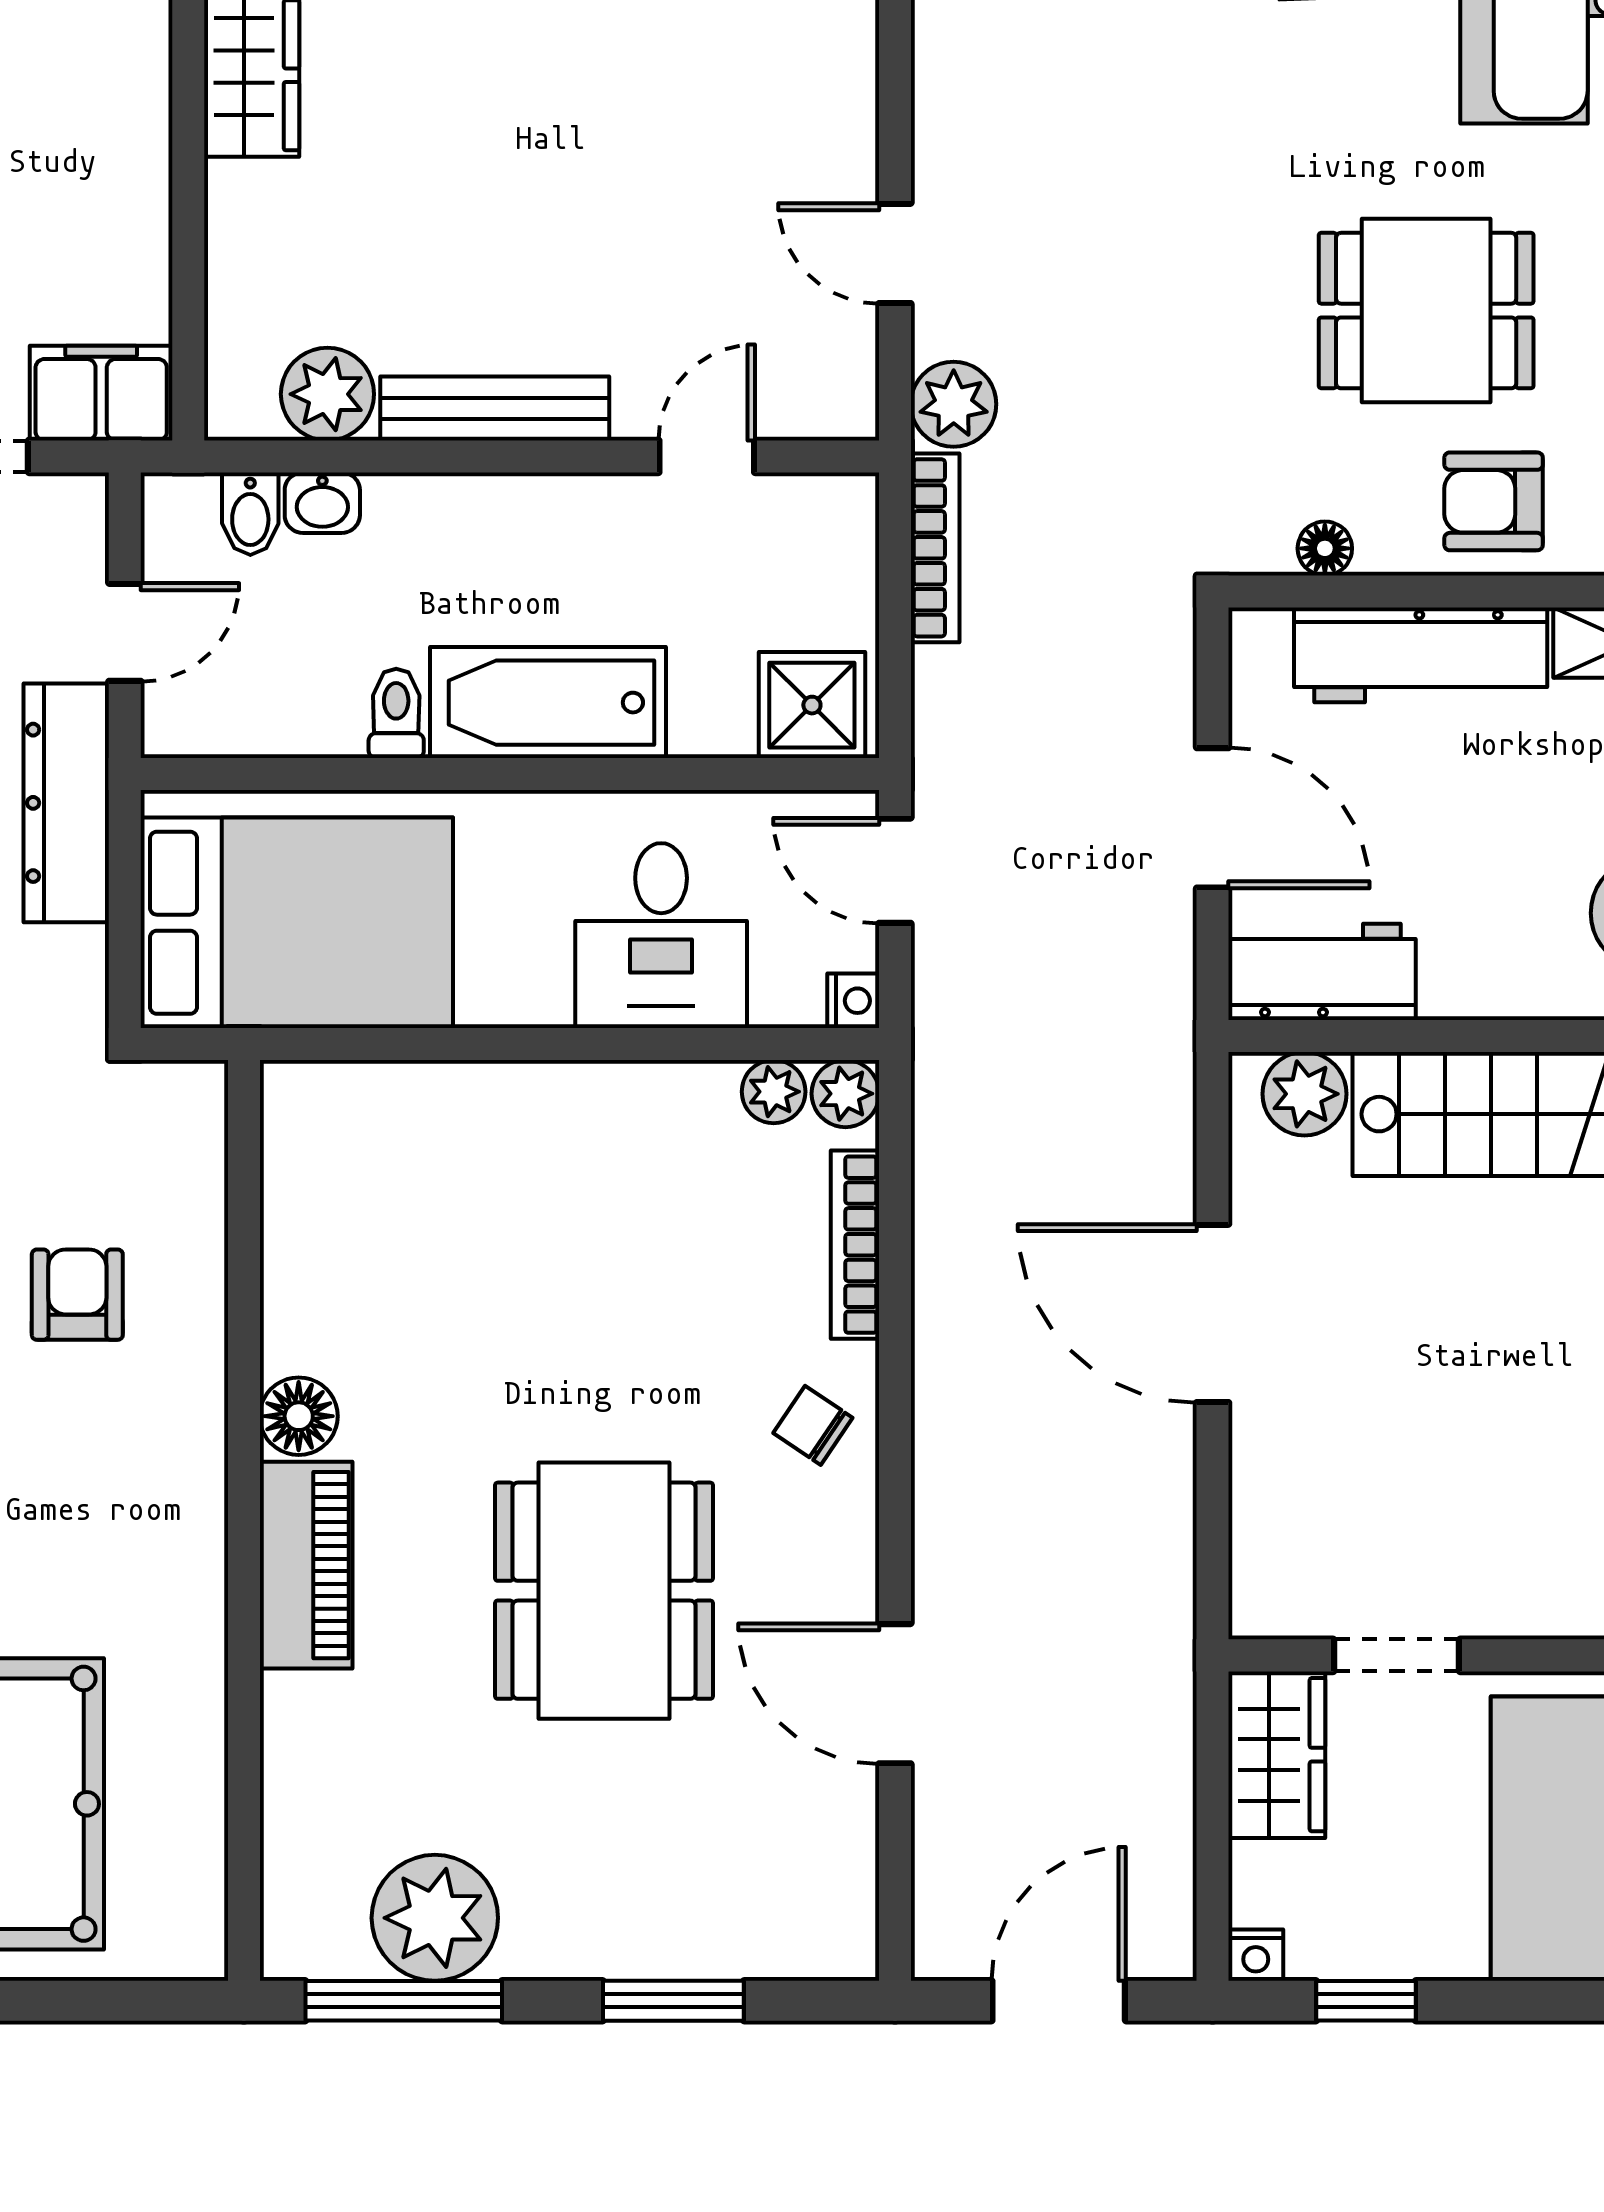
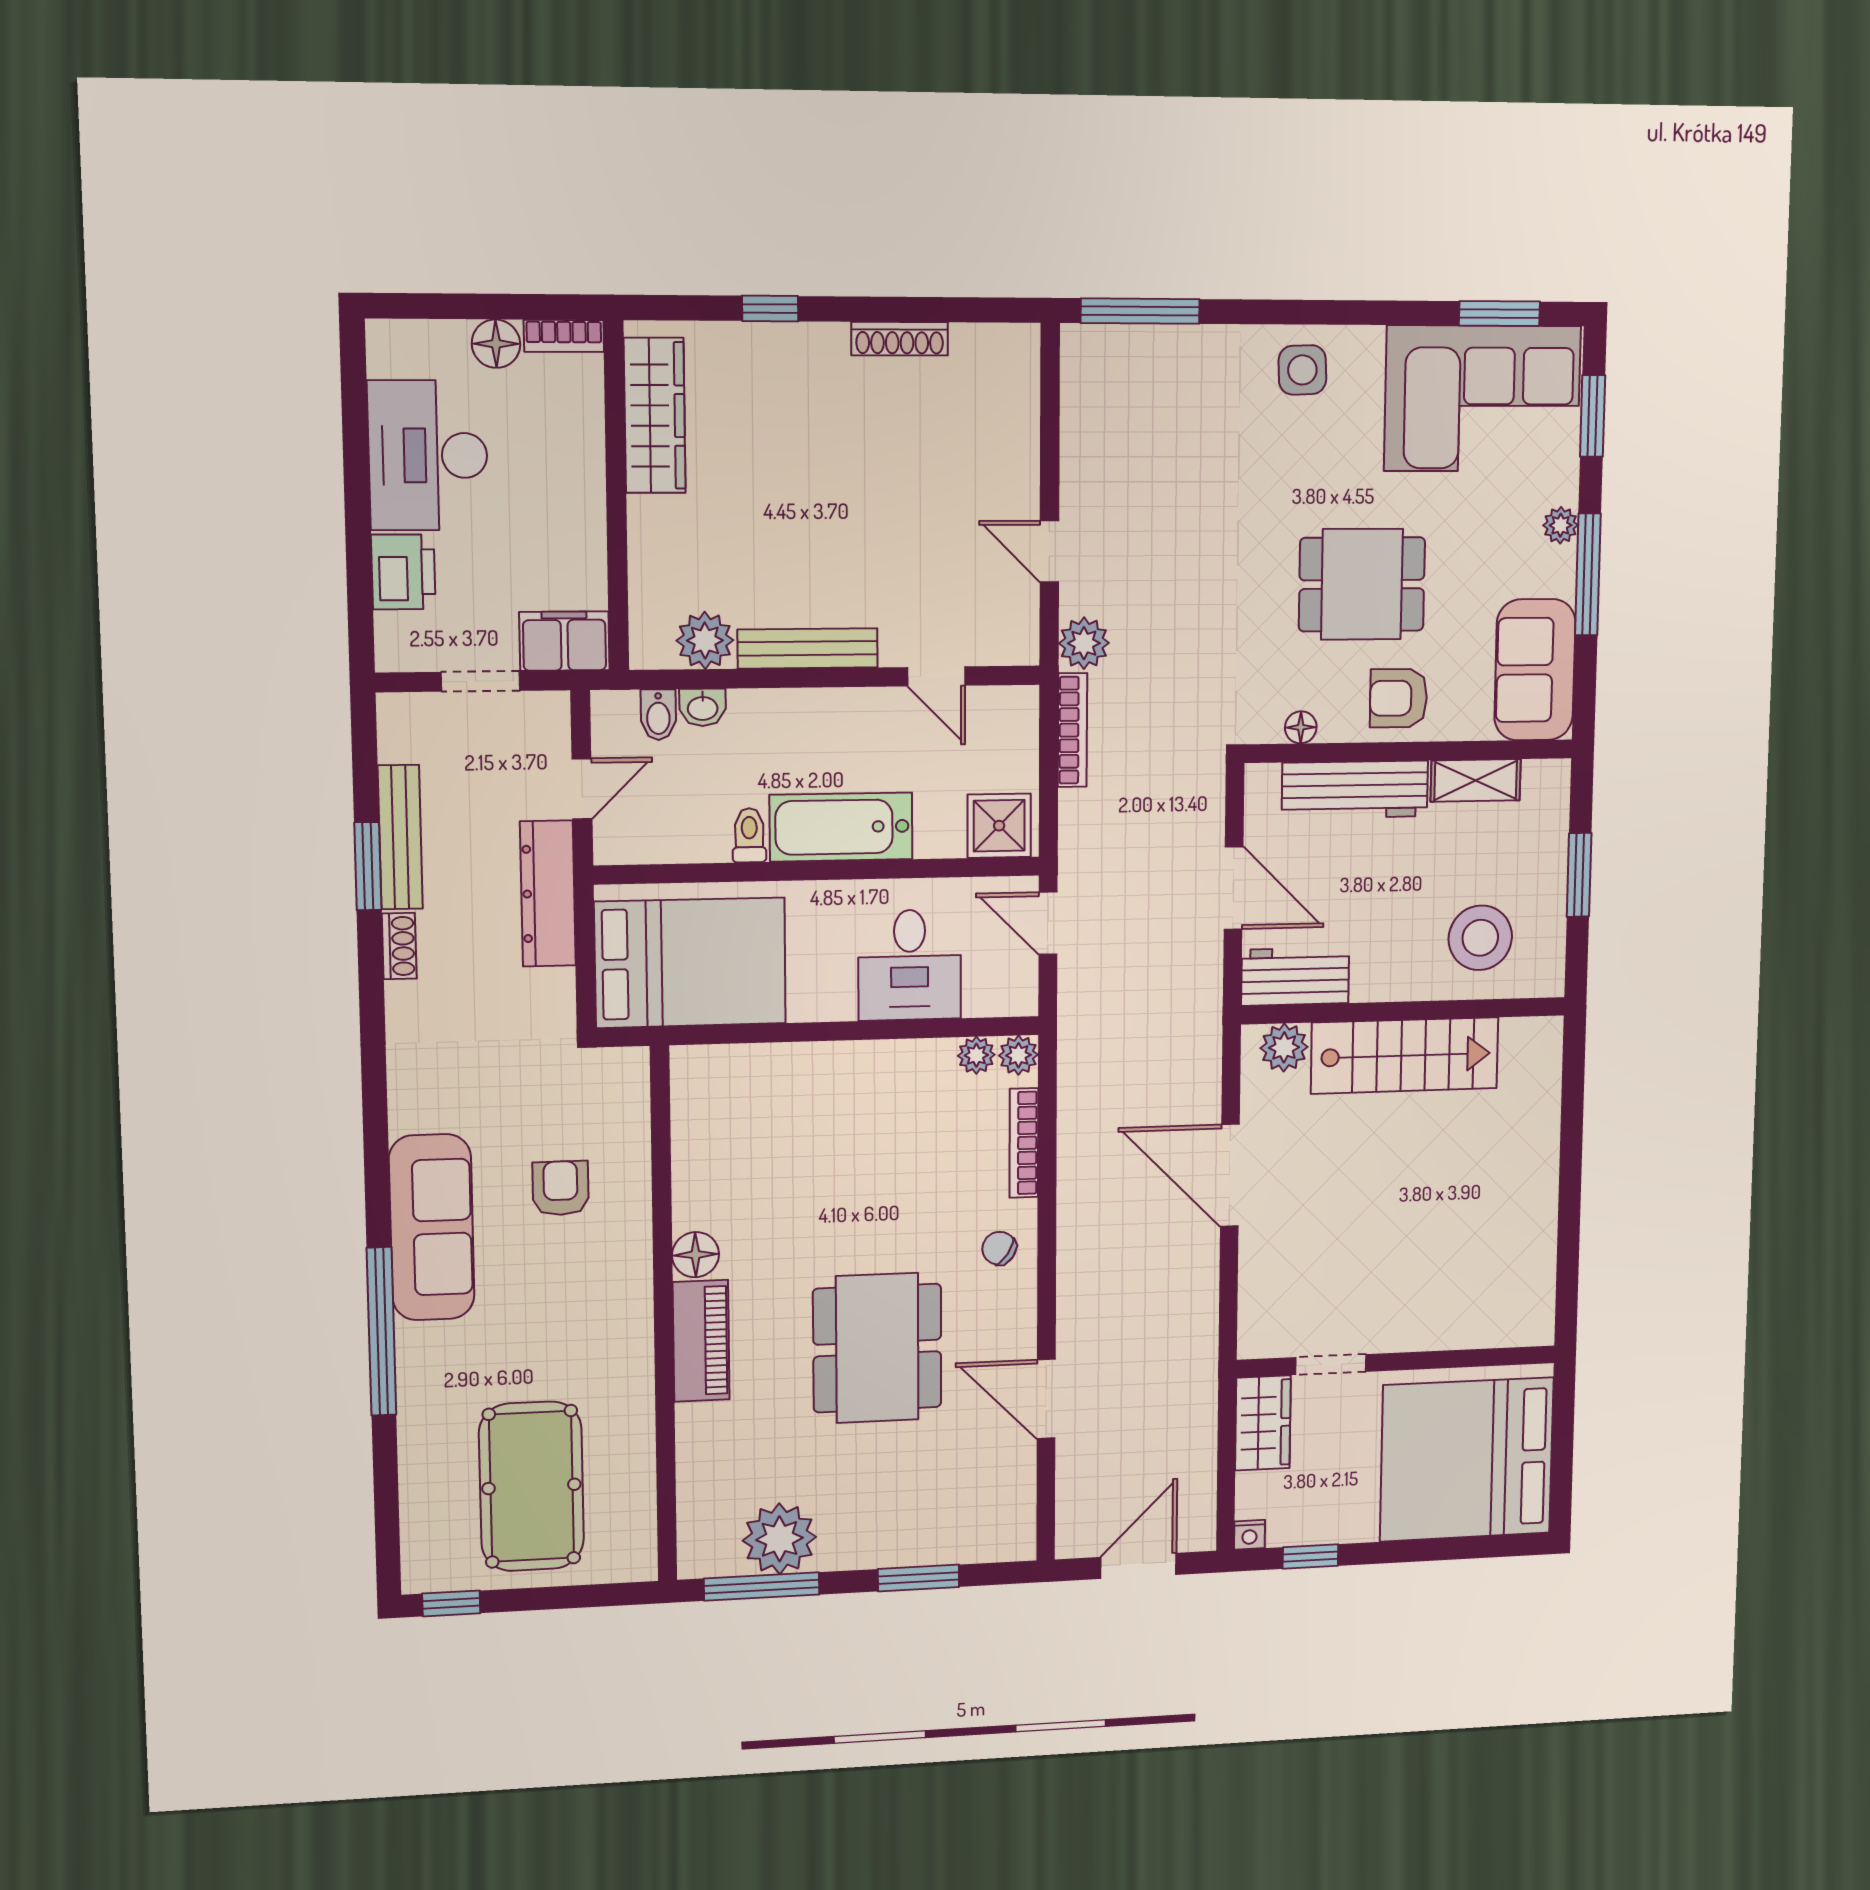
door: (707, 456) -> (936, 676), swing flipped
nightstand: (853, 1001) -> (1023, 1001), removed

